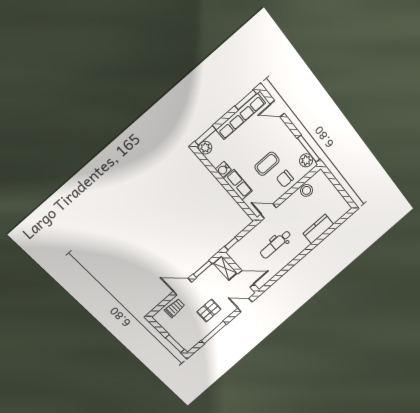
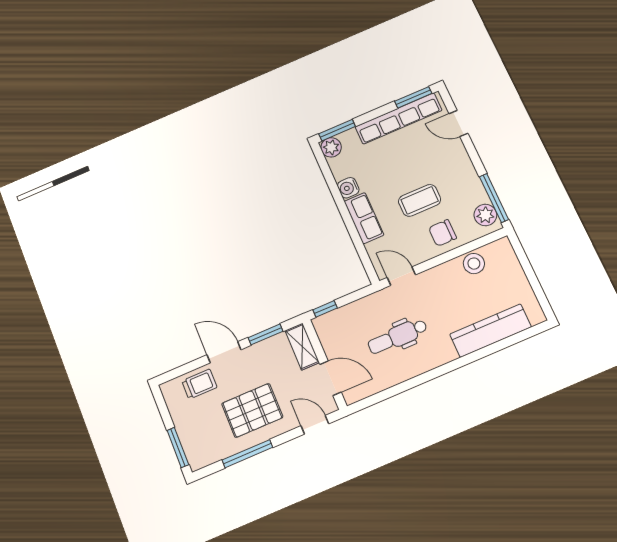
kitchen counter: (318, 229) -> (490, 331), width x1.50
pallet: (209, 310) -> (252, 410), width x1.50, depth x1.42

